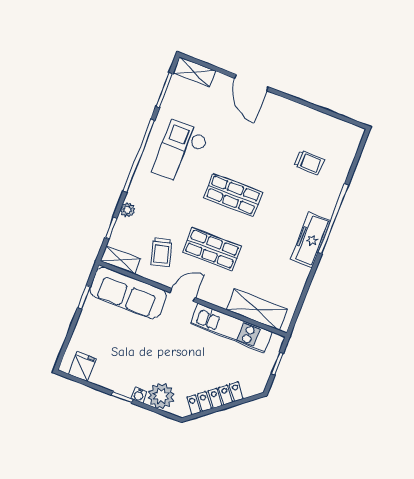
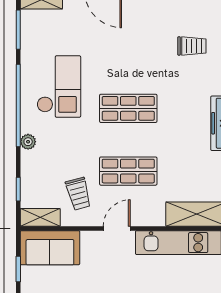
checkout: (180, 153) -> (59, 86), turned 180
plant: (128, 210) -> (28, 142), moved
sofa: (128, 293) -> (50, 248), width x0.73

